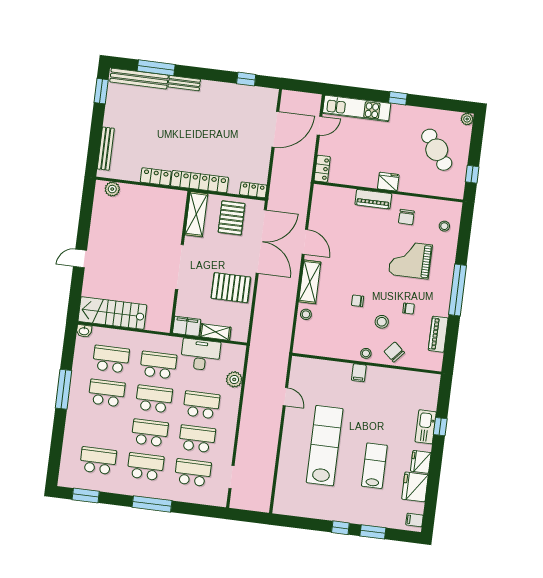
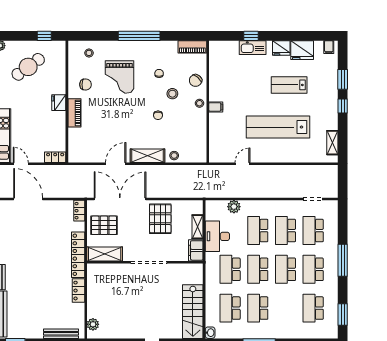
piano: (438, 334) -> (192, 47), moved
shelving: (297, 510) -> (332, 143), added

